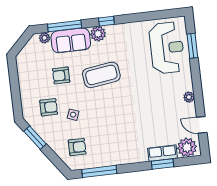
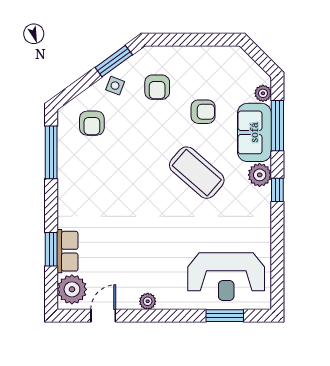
armchair: (61, 75) -> (203, 112), turned 90
coffee table: (101, 75) -> (197, 173), turned -41
side table: (73, 115) -> (115, 86), moved

